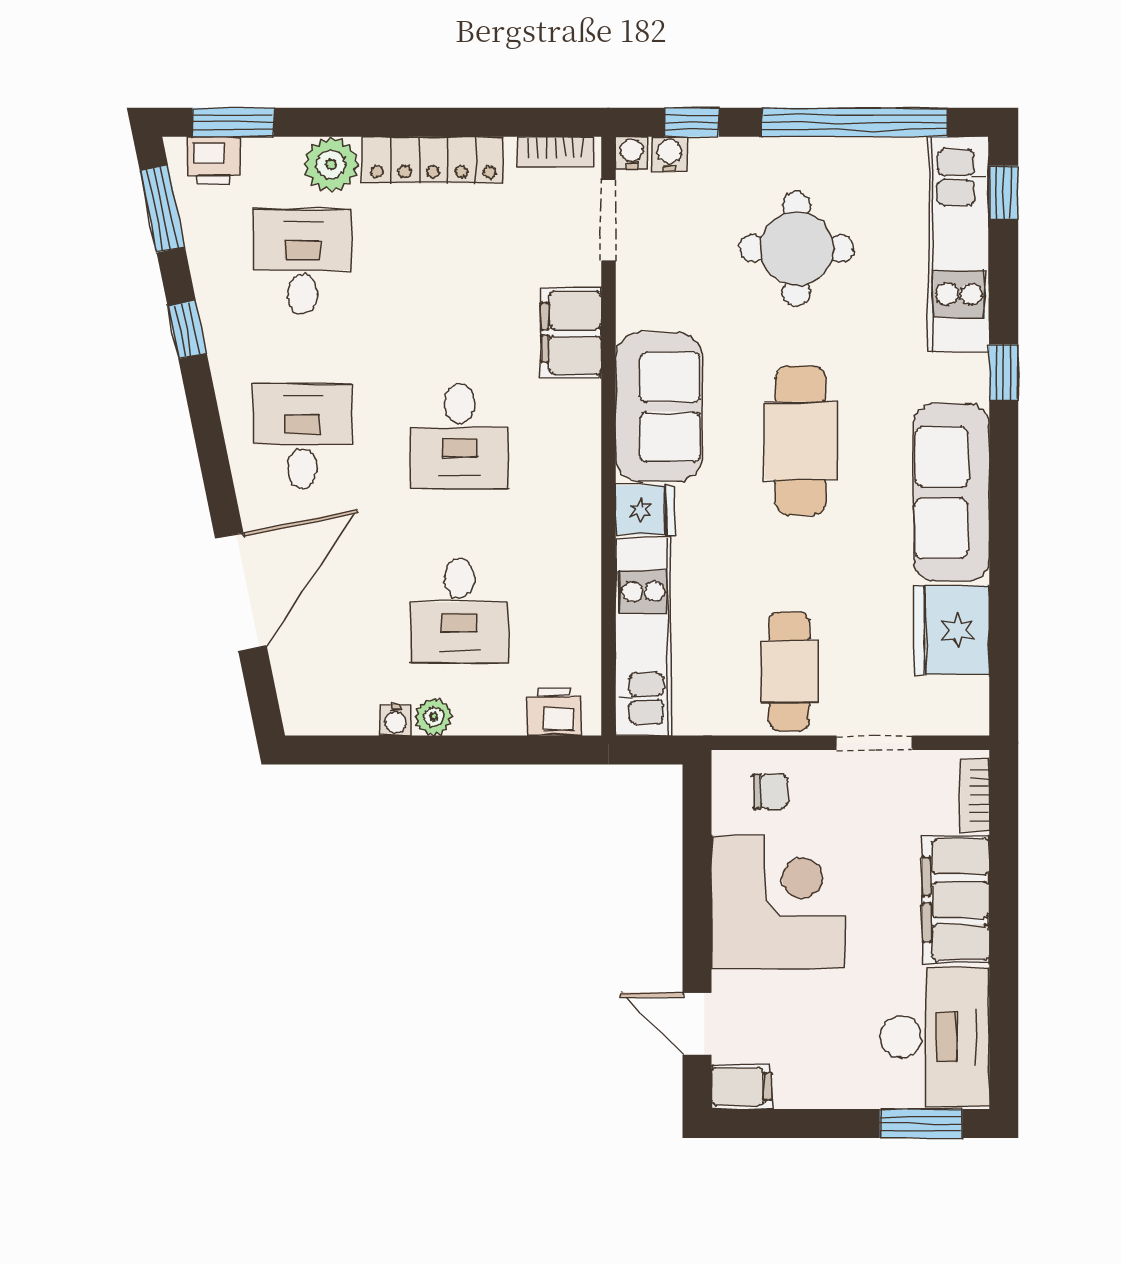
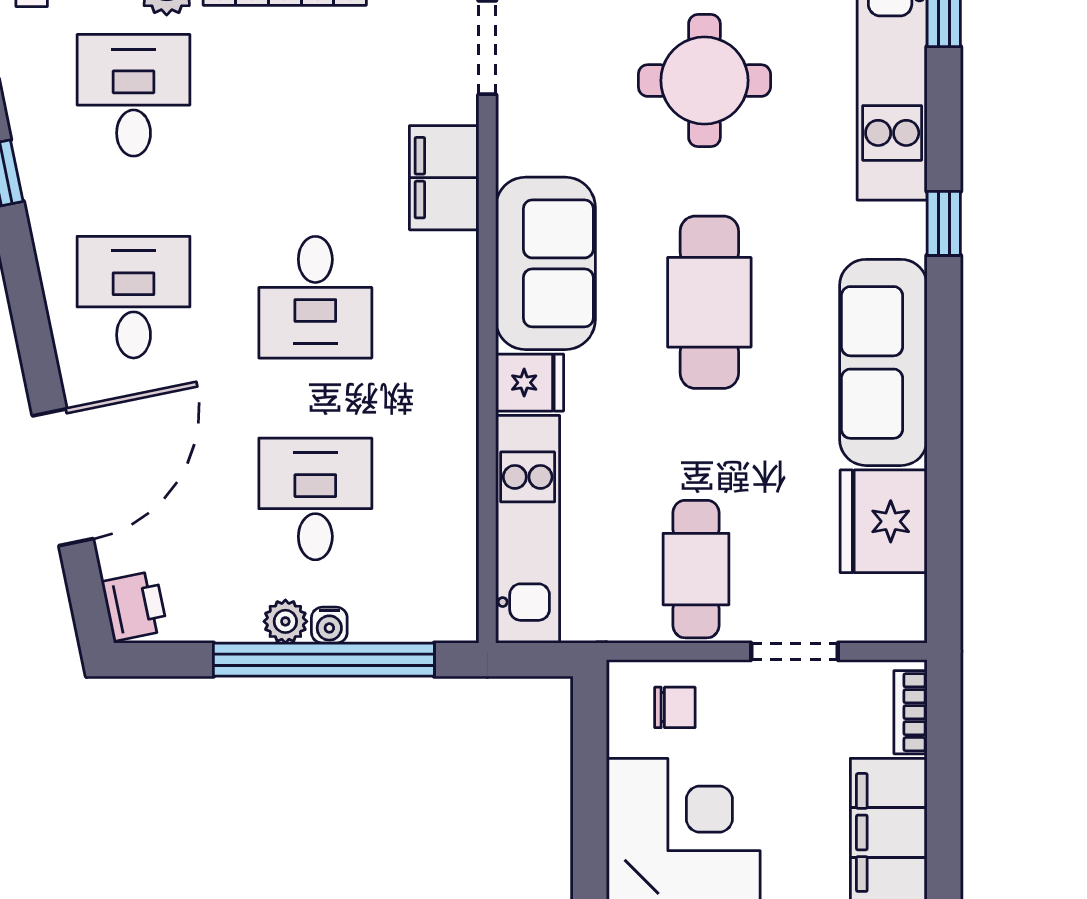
desk: (460, 611) -> (315, 499), turned 180
printer: (554, 711) -> (134, 606), moved, turned 78
water cooler: (396, 720) -> (329, 625), moved
window: (467, 750) -> (324, 660), added

